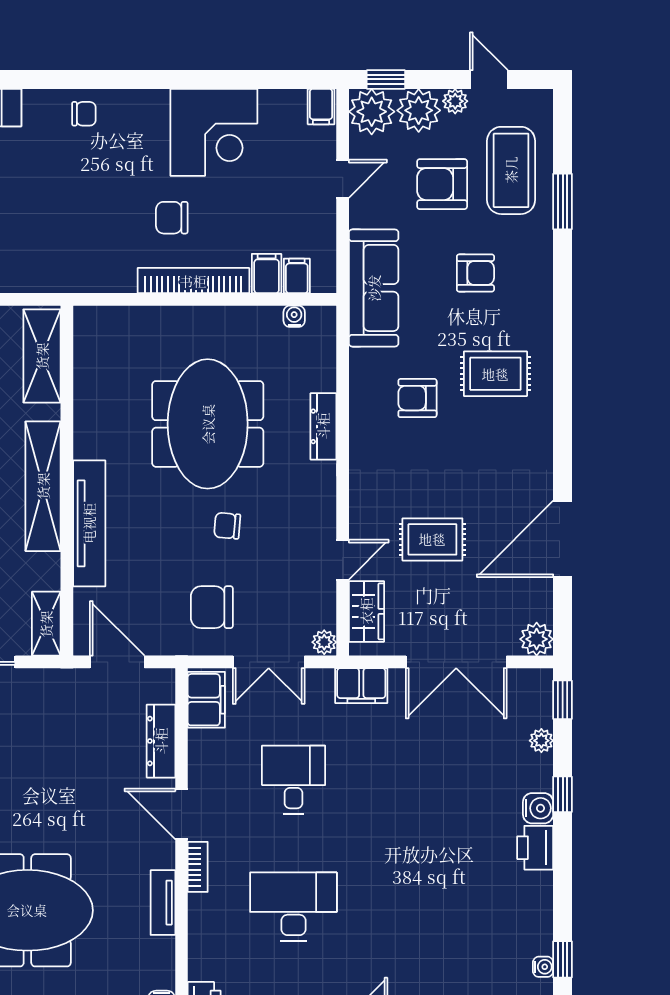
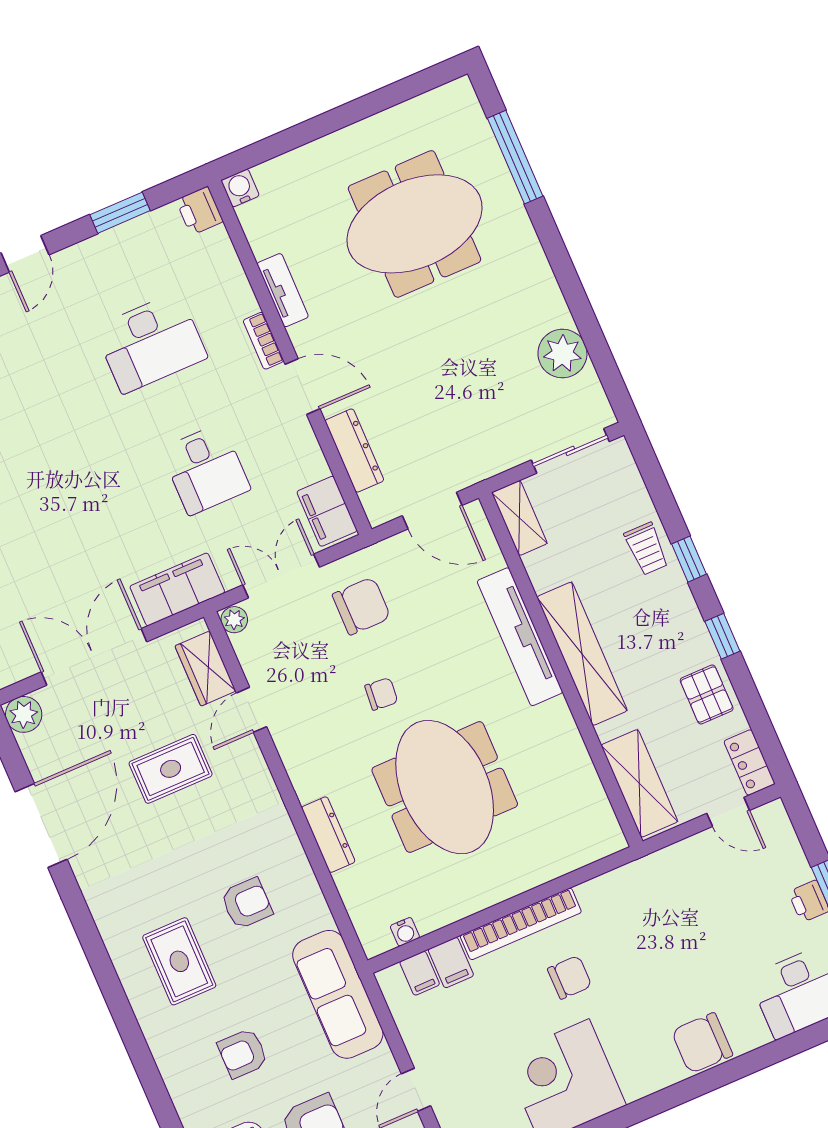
chair: (84, 114) -> (702, 1043), width x1.87, depth x1.87
rug: (495, 374) -> (179, 961), turned 90
filing cabinet: (361, 686) -> (177, 589), width x1.50, depth x1.17

